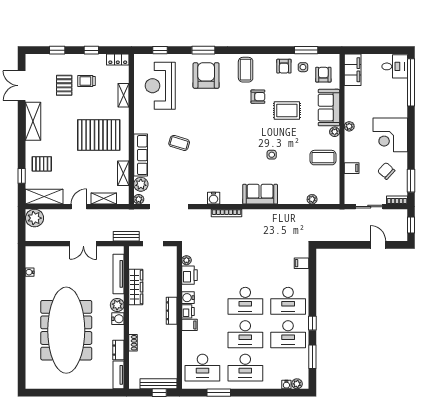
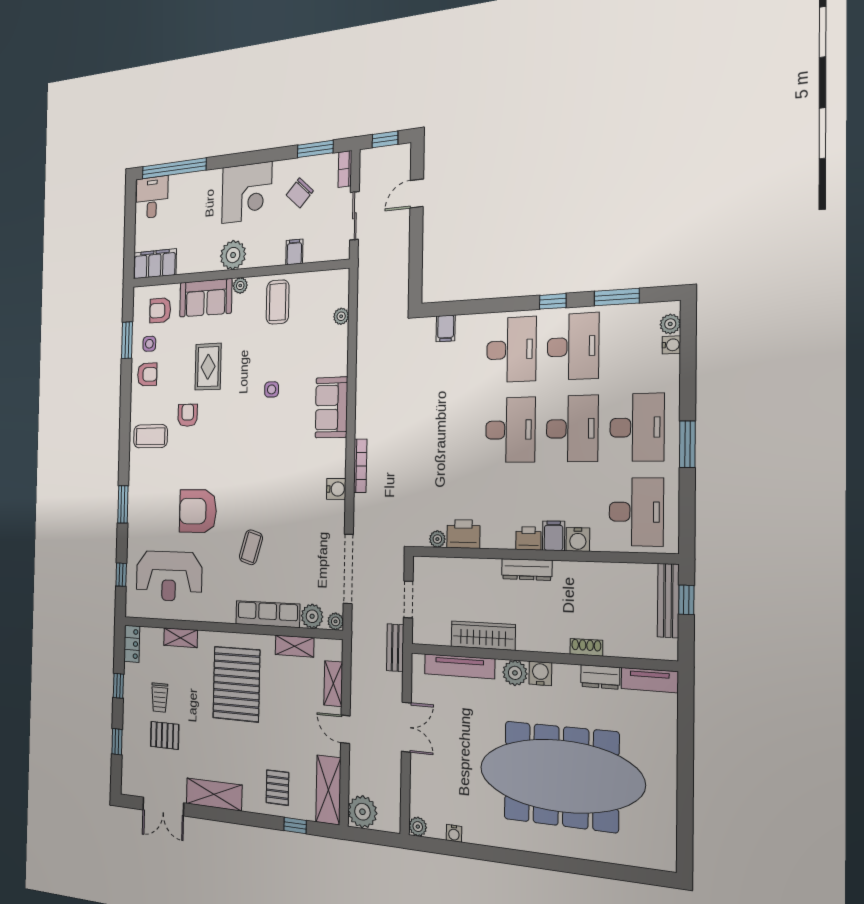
armchair: (206, 75) -> (198, 511), moved
plant: (349, 126) -> (233, 255), width x1.87, depth x1.87
plant: (31, 251) -> (418, 827), added
water cooler: (188, 298) -> (578, 539), moved
window: (219, 393) -> (687, 444), moved

